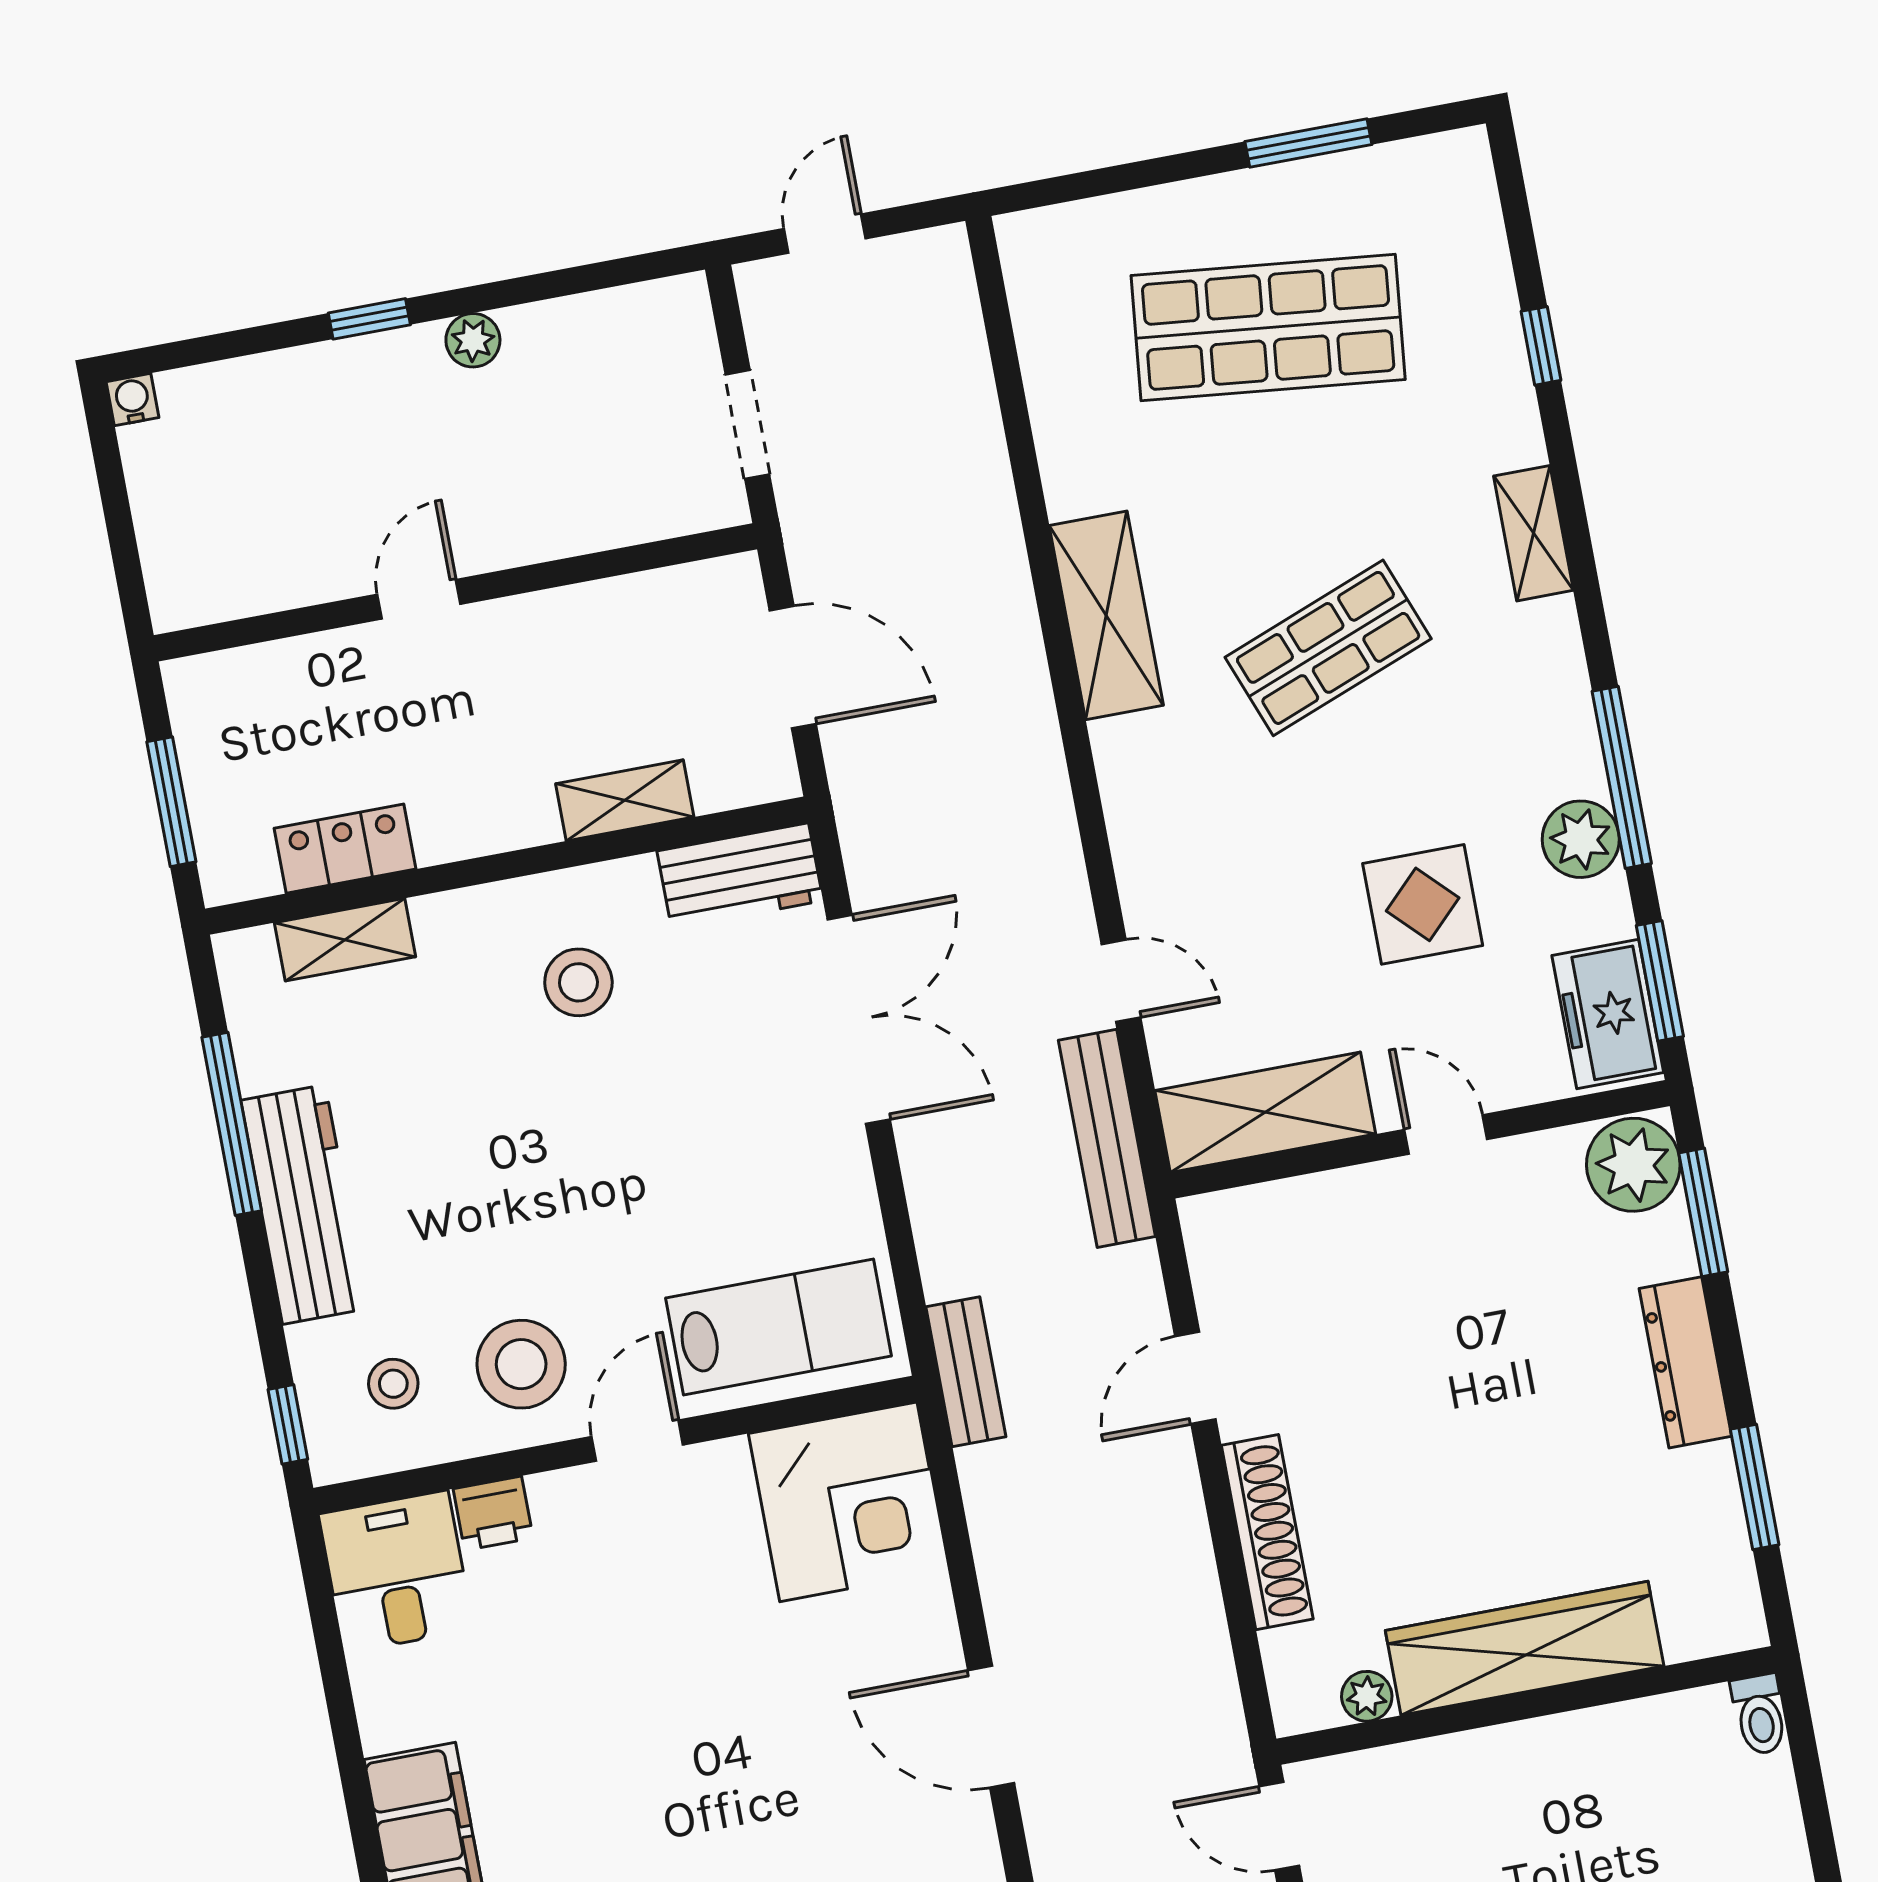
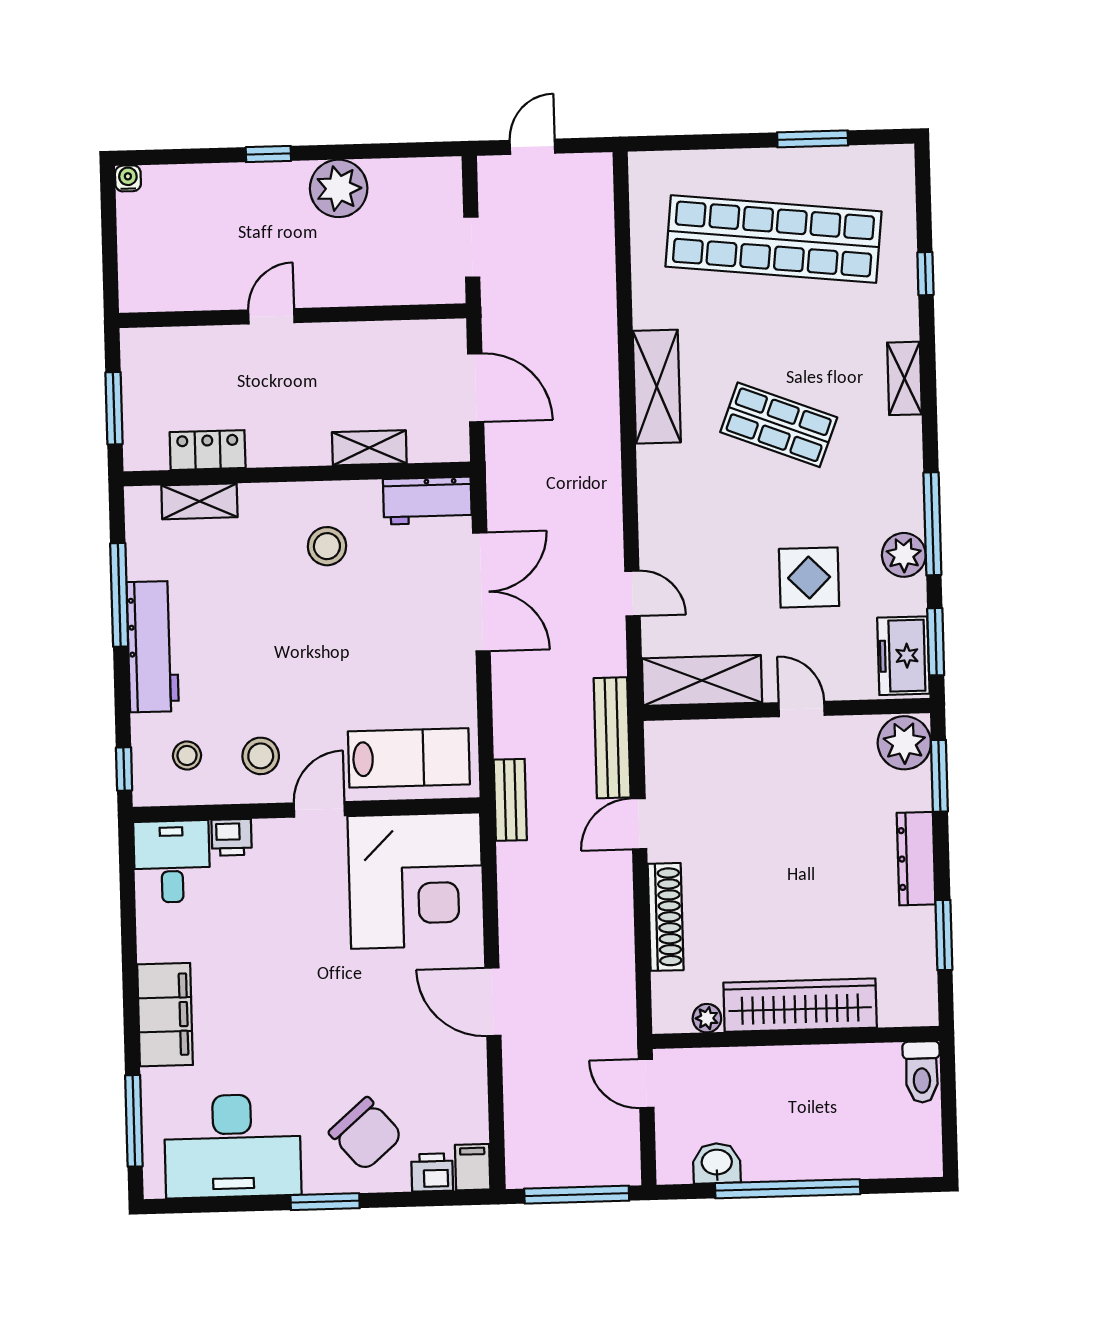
shop shelf: (1268, 328) -> (773, 239), width x1.40
plant: (473, 340) -> (339, 188), width x1.88, depth x1.88
shop shelf: (1328, 648) -> (779, 425), turned 42
bench: (1107, 1138) -> (612, 738), moved
stool: (521, 1364) -> (261, 756), width x0.73, depth x0.73
corner desk: (848, 1502) -> (416, 881), width x1.36, depth x1.36
toilet: (1760, 1714) -> (922, 1072), width x1.37, depth x1.39

